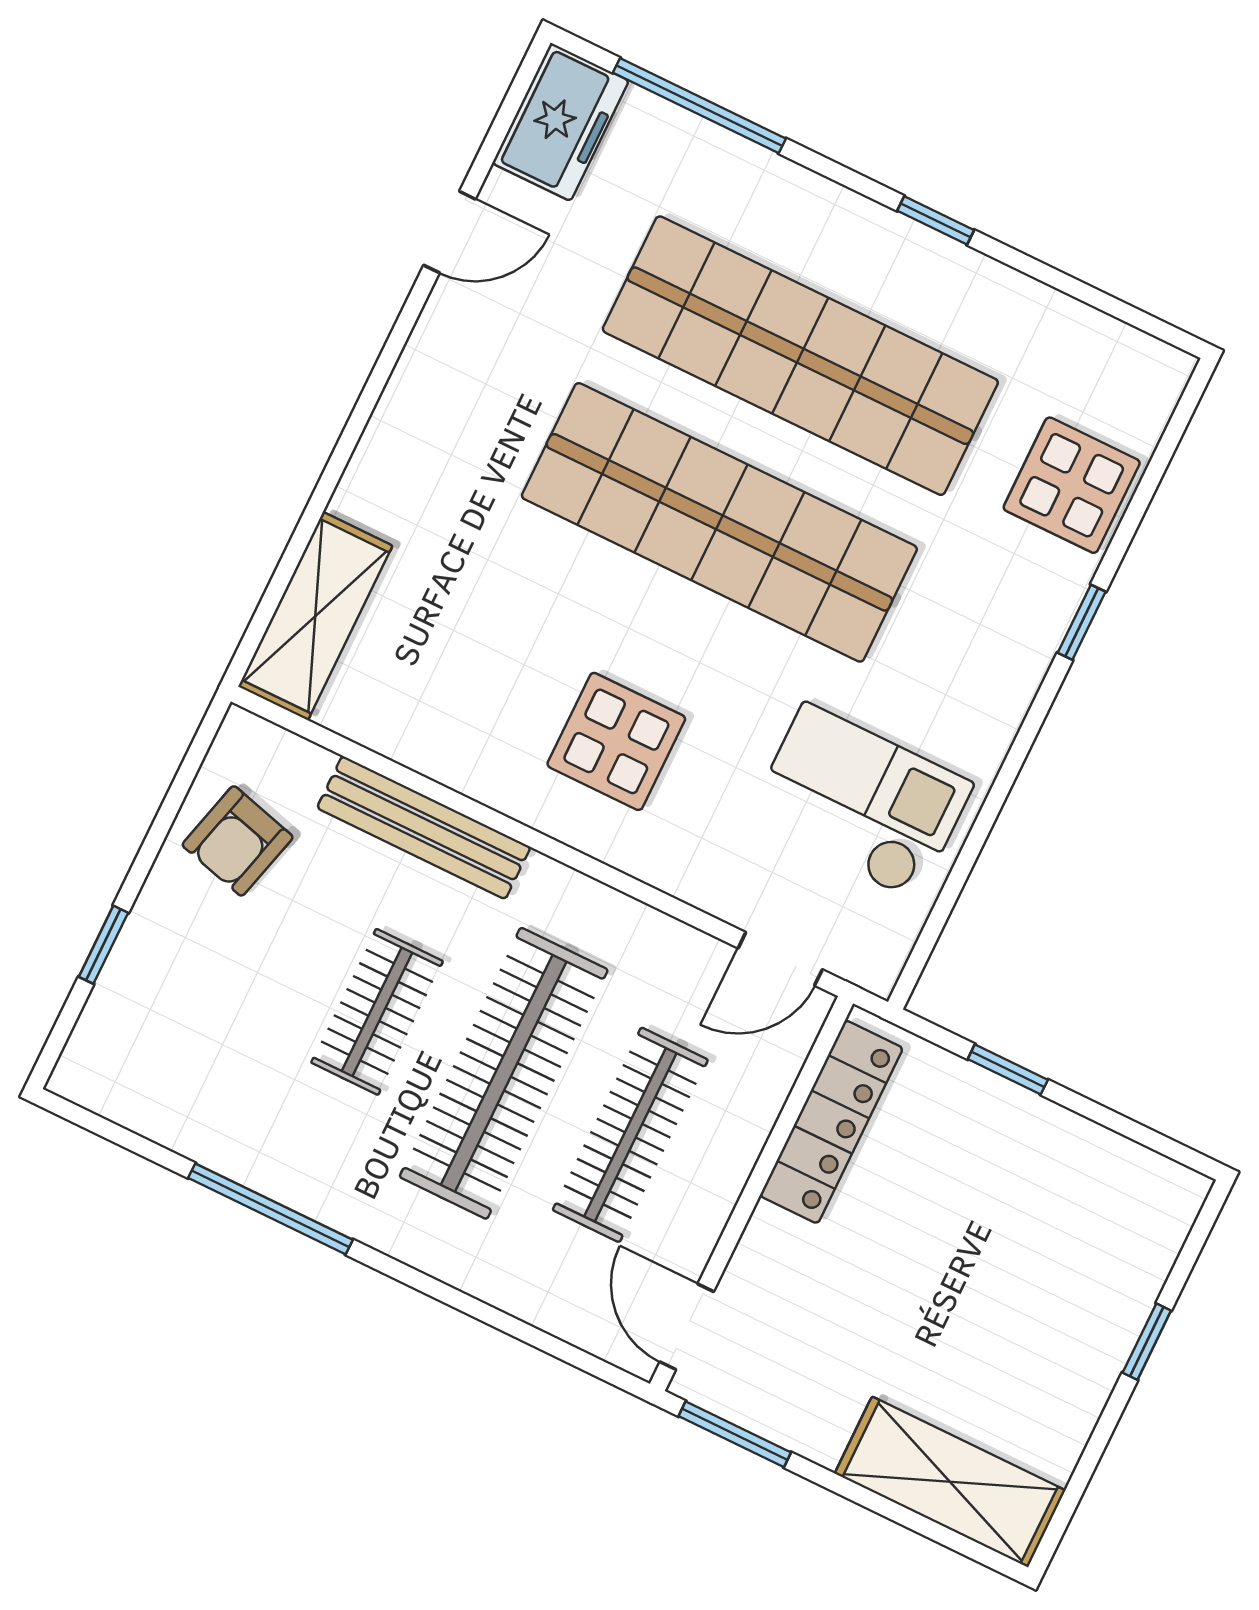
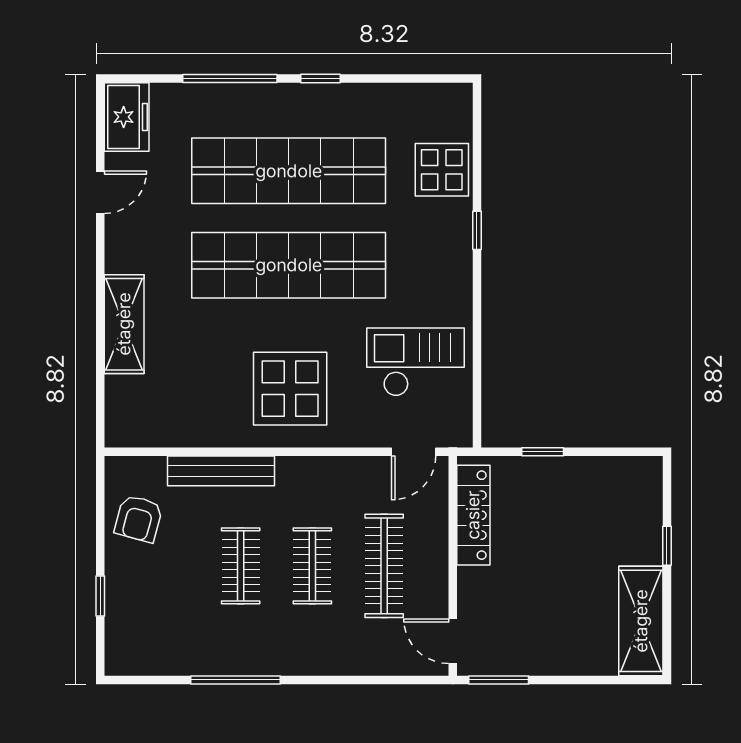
window: (699, 106) -> (230, 79), moved
shelving: (315, 616) -> (124, 324), moved
display table: (616, 741) -> (290, 389), width x1.36, depth x1.36
clothes rail: (504, 1073) -> (312, 566), width x0.54, depth x0.76
shelving: (950, 1482) -> (641, 621), moved, turned 90

